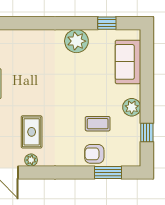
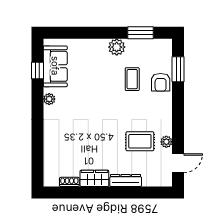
plant: (76, 41) -> (49, 99), width x0.53, depth x0.53
sofa: (128, 62) -> (55, 66), moved, turned -90
window: (147, 133) -> (140, 33), width x1.50

